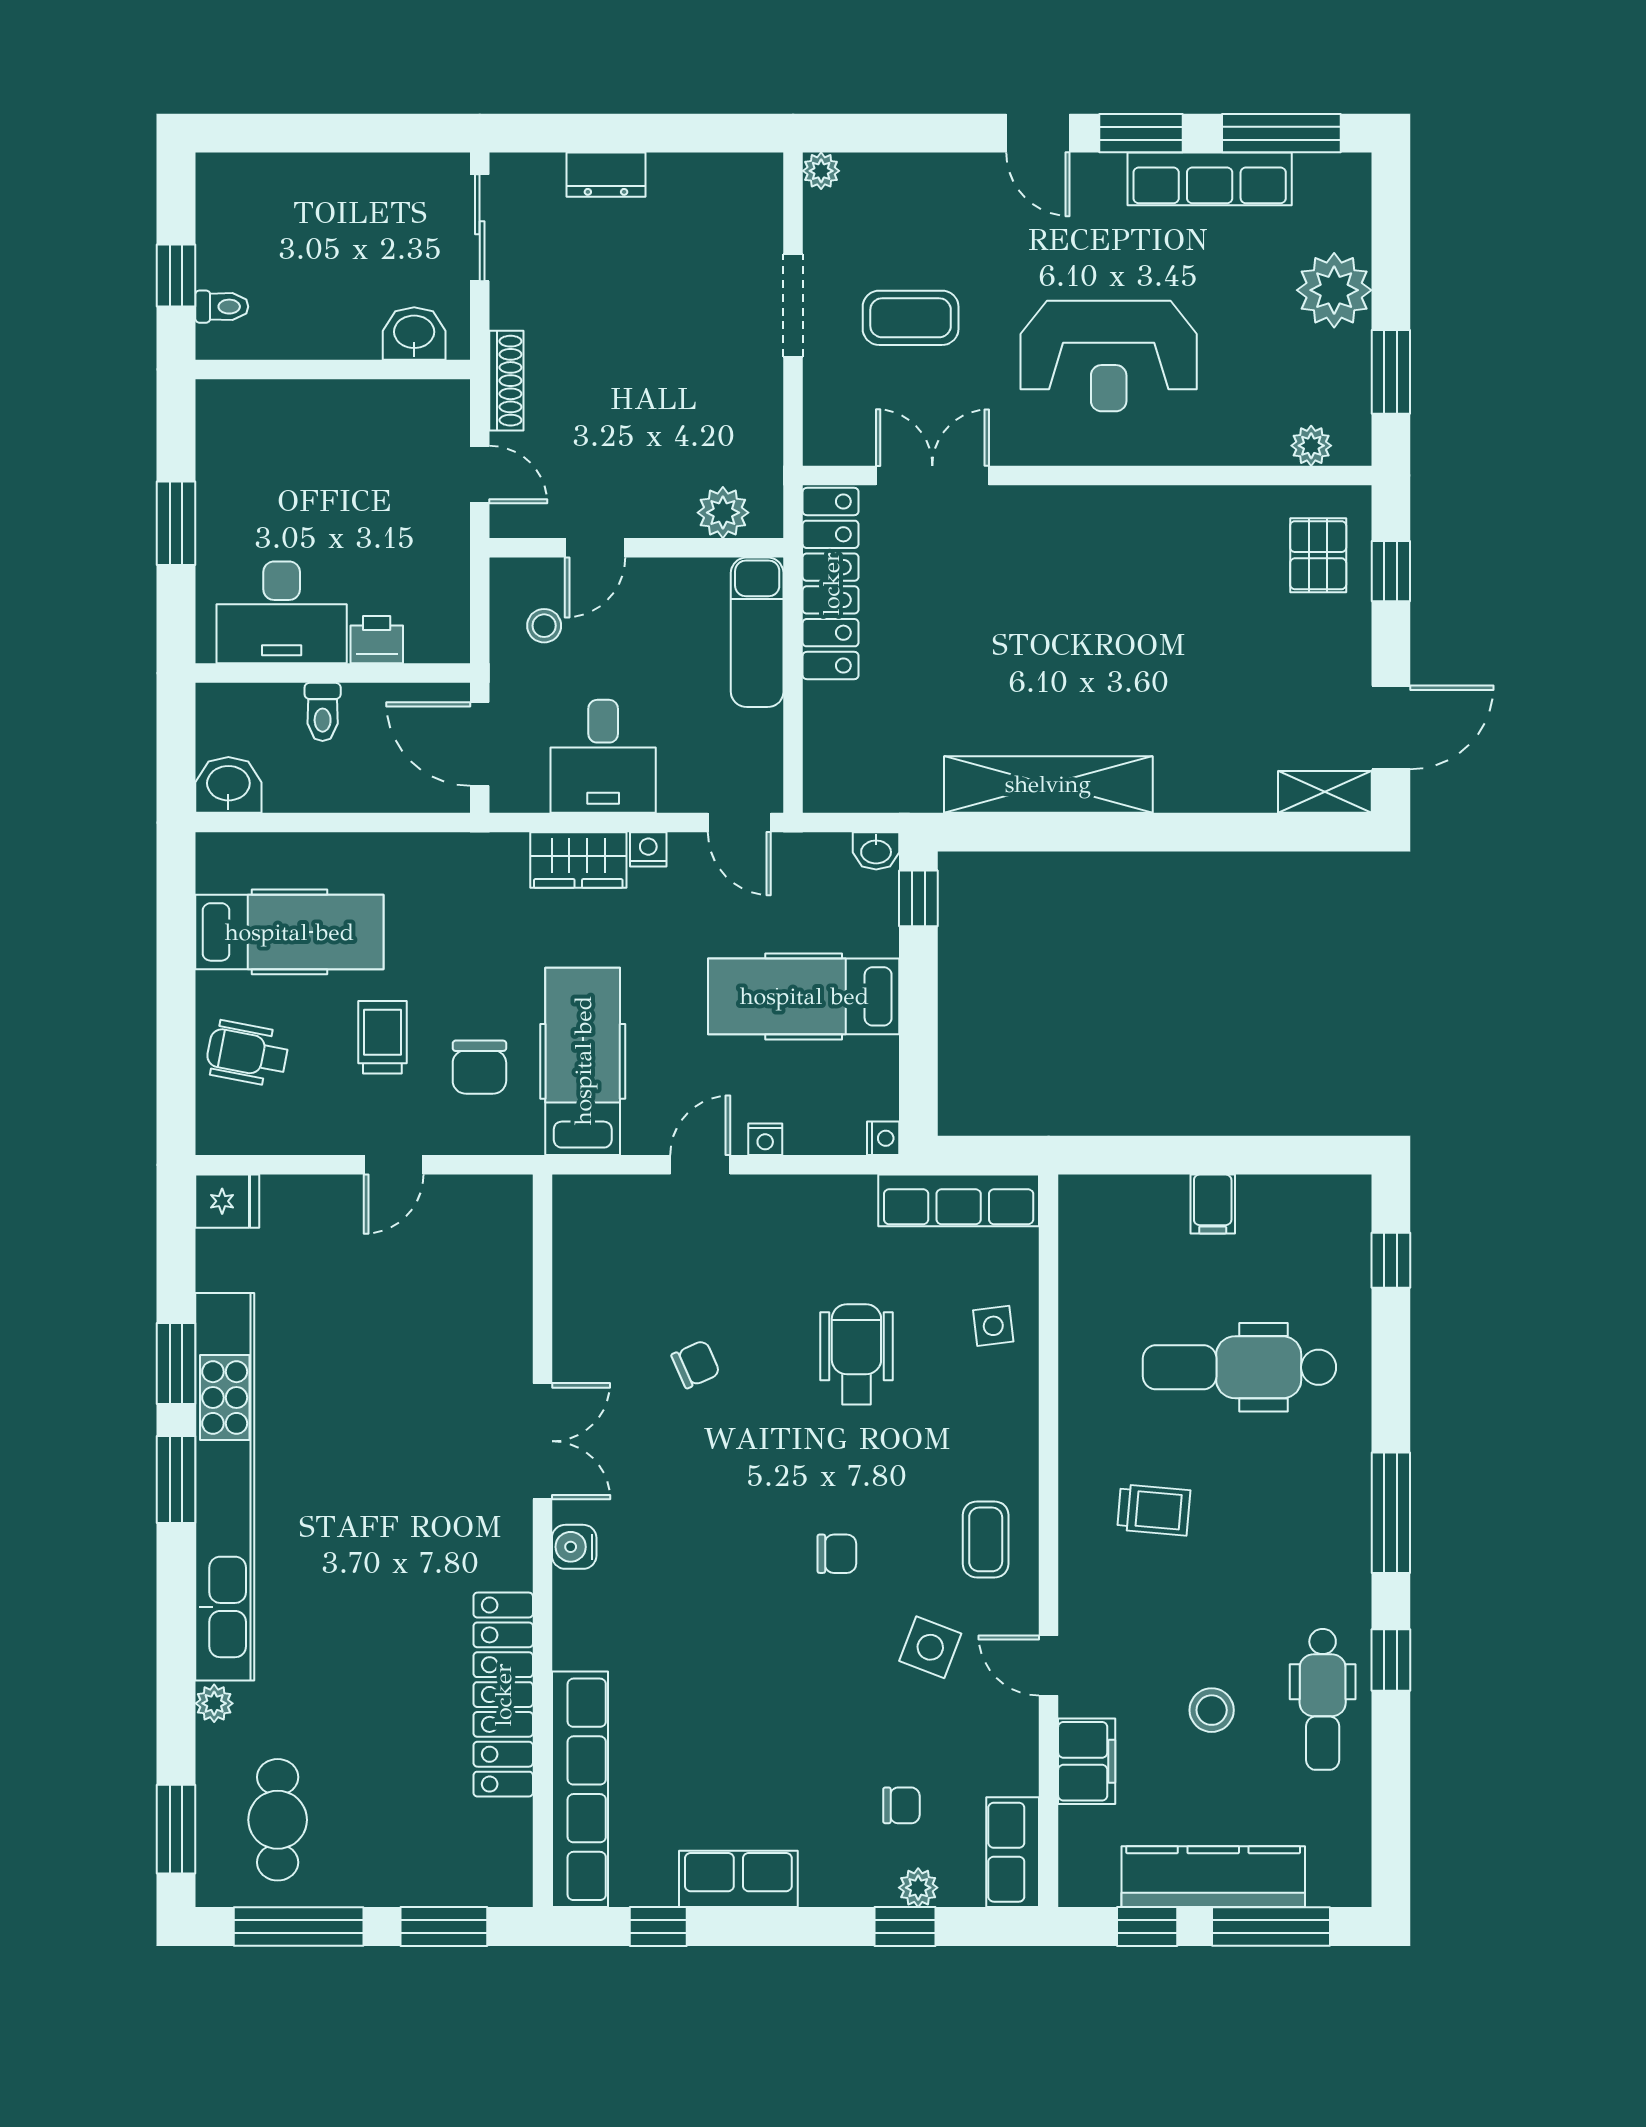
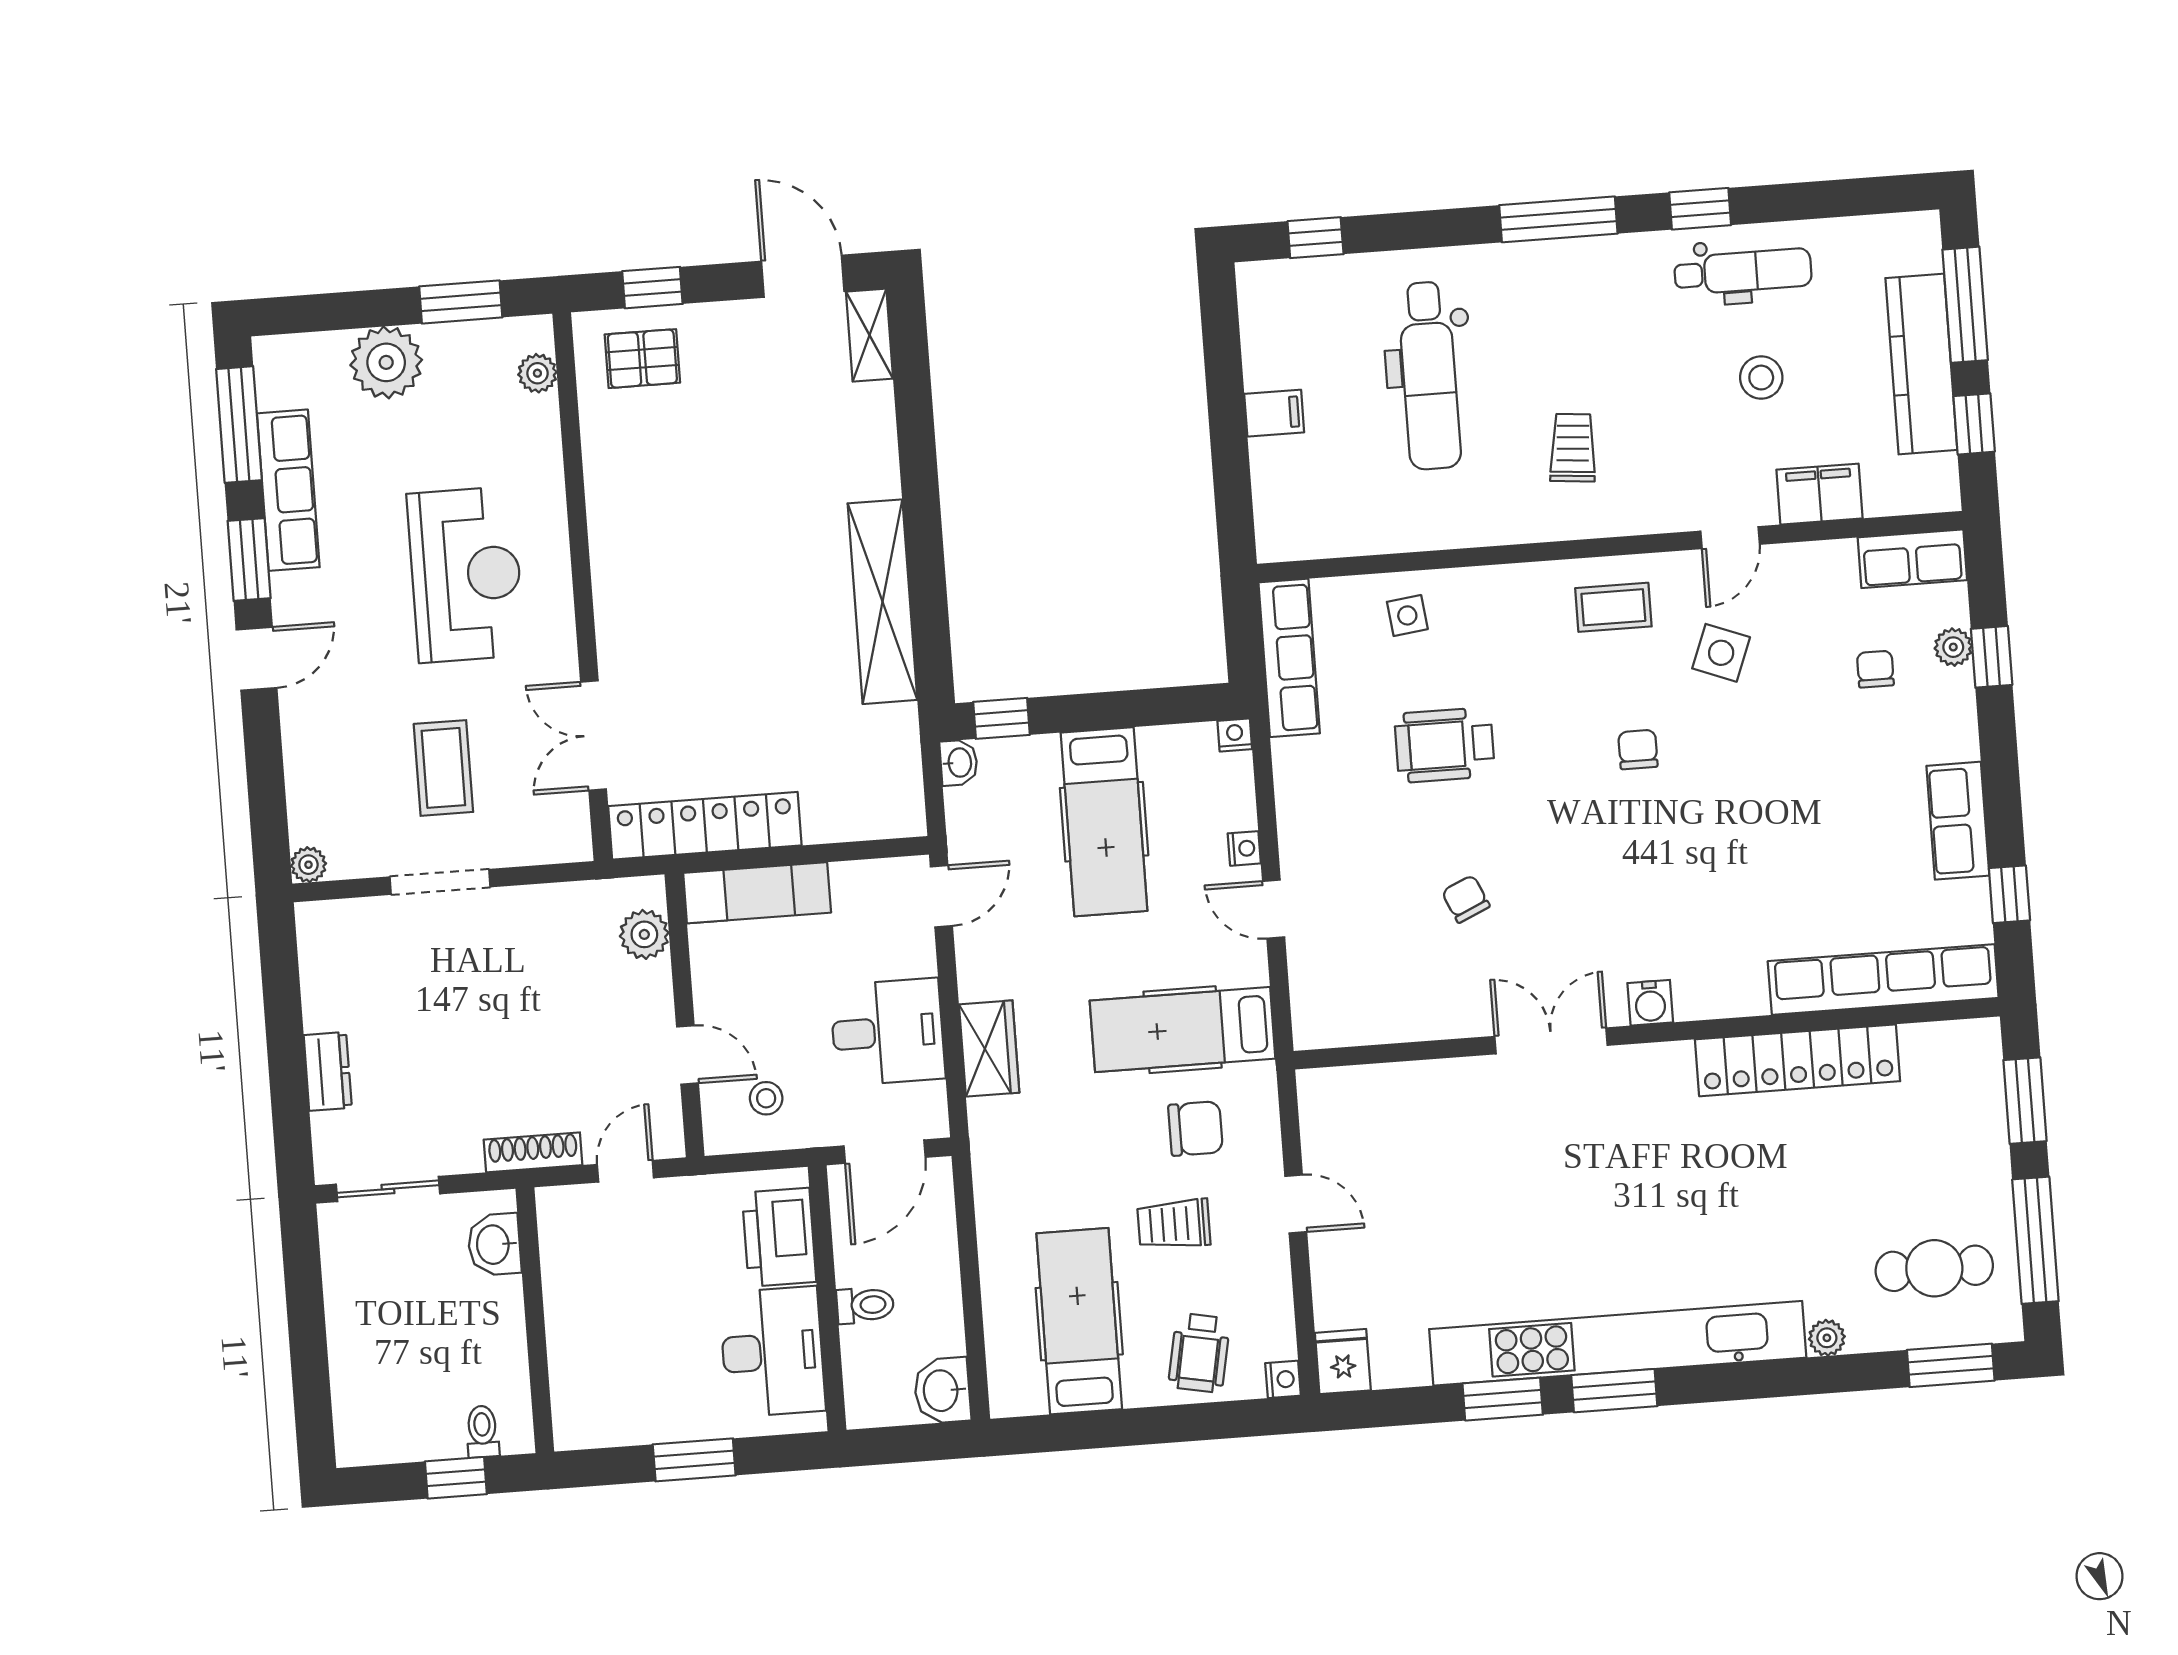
printer: (377, 640) -> (779, 1237), width x1.87, depth x1.48
nightstand: (648, 849) -> (1283, 1379), moved, turned 180

